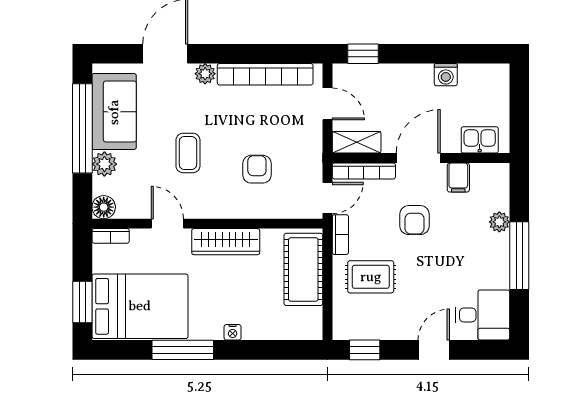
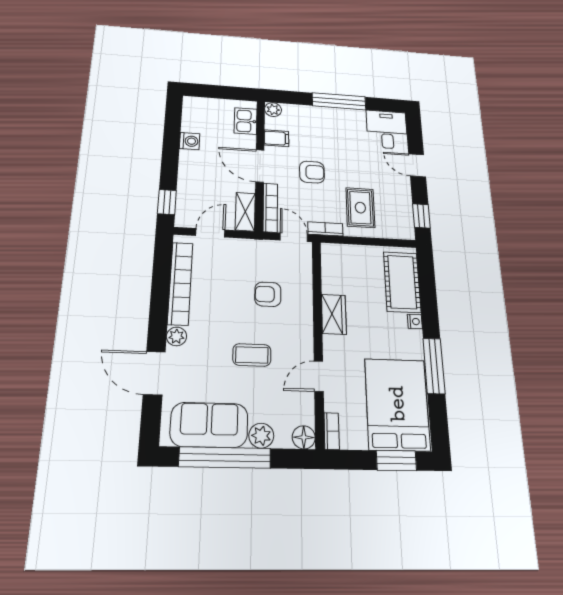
plant: (499, 222) -> (273, 110), moved
wardrobe: (226, 242) -> (334, 314), width x0.67
cot: (303, 269) -> (402, 282), moved, turned 90

